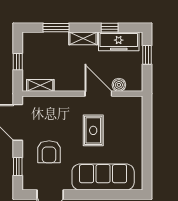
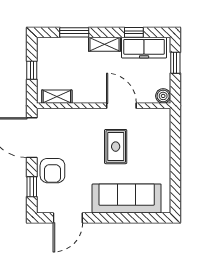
boiler: (119, 85) -> (163, 96), moved
armchair: (49, 152) -> (52, 171), moved

